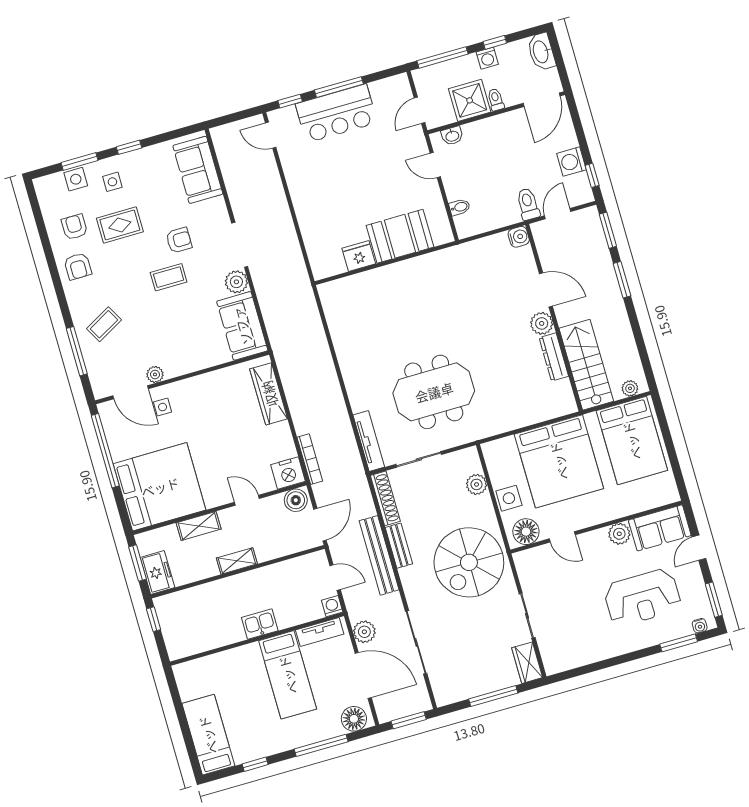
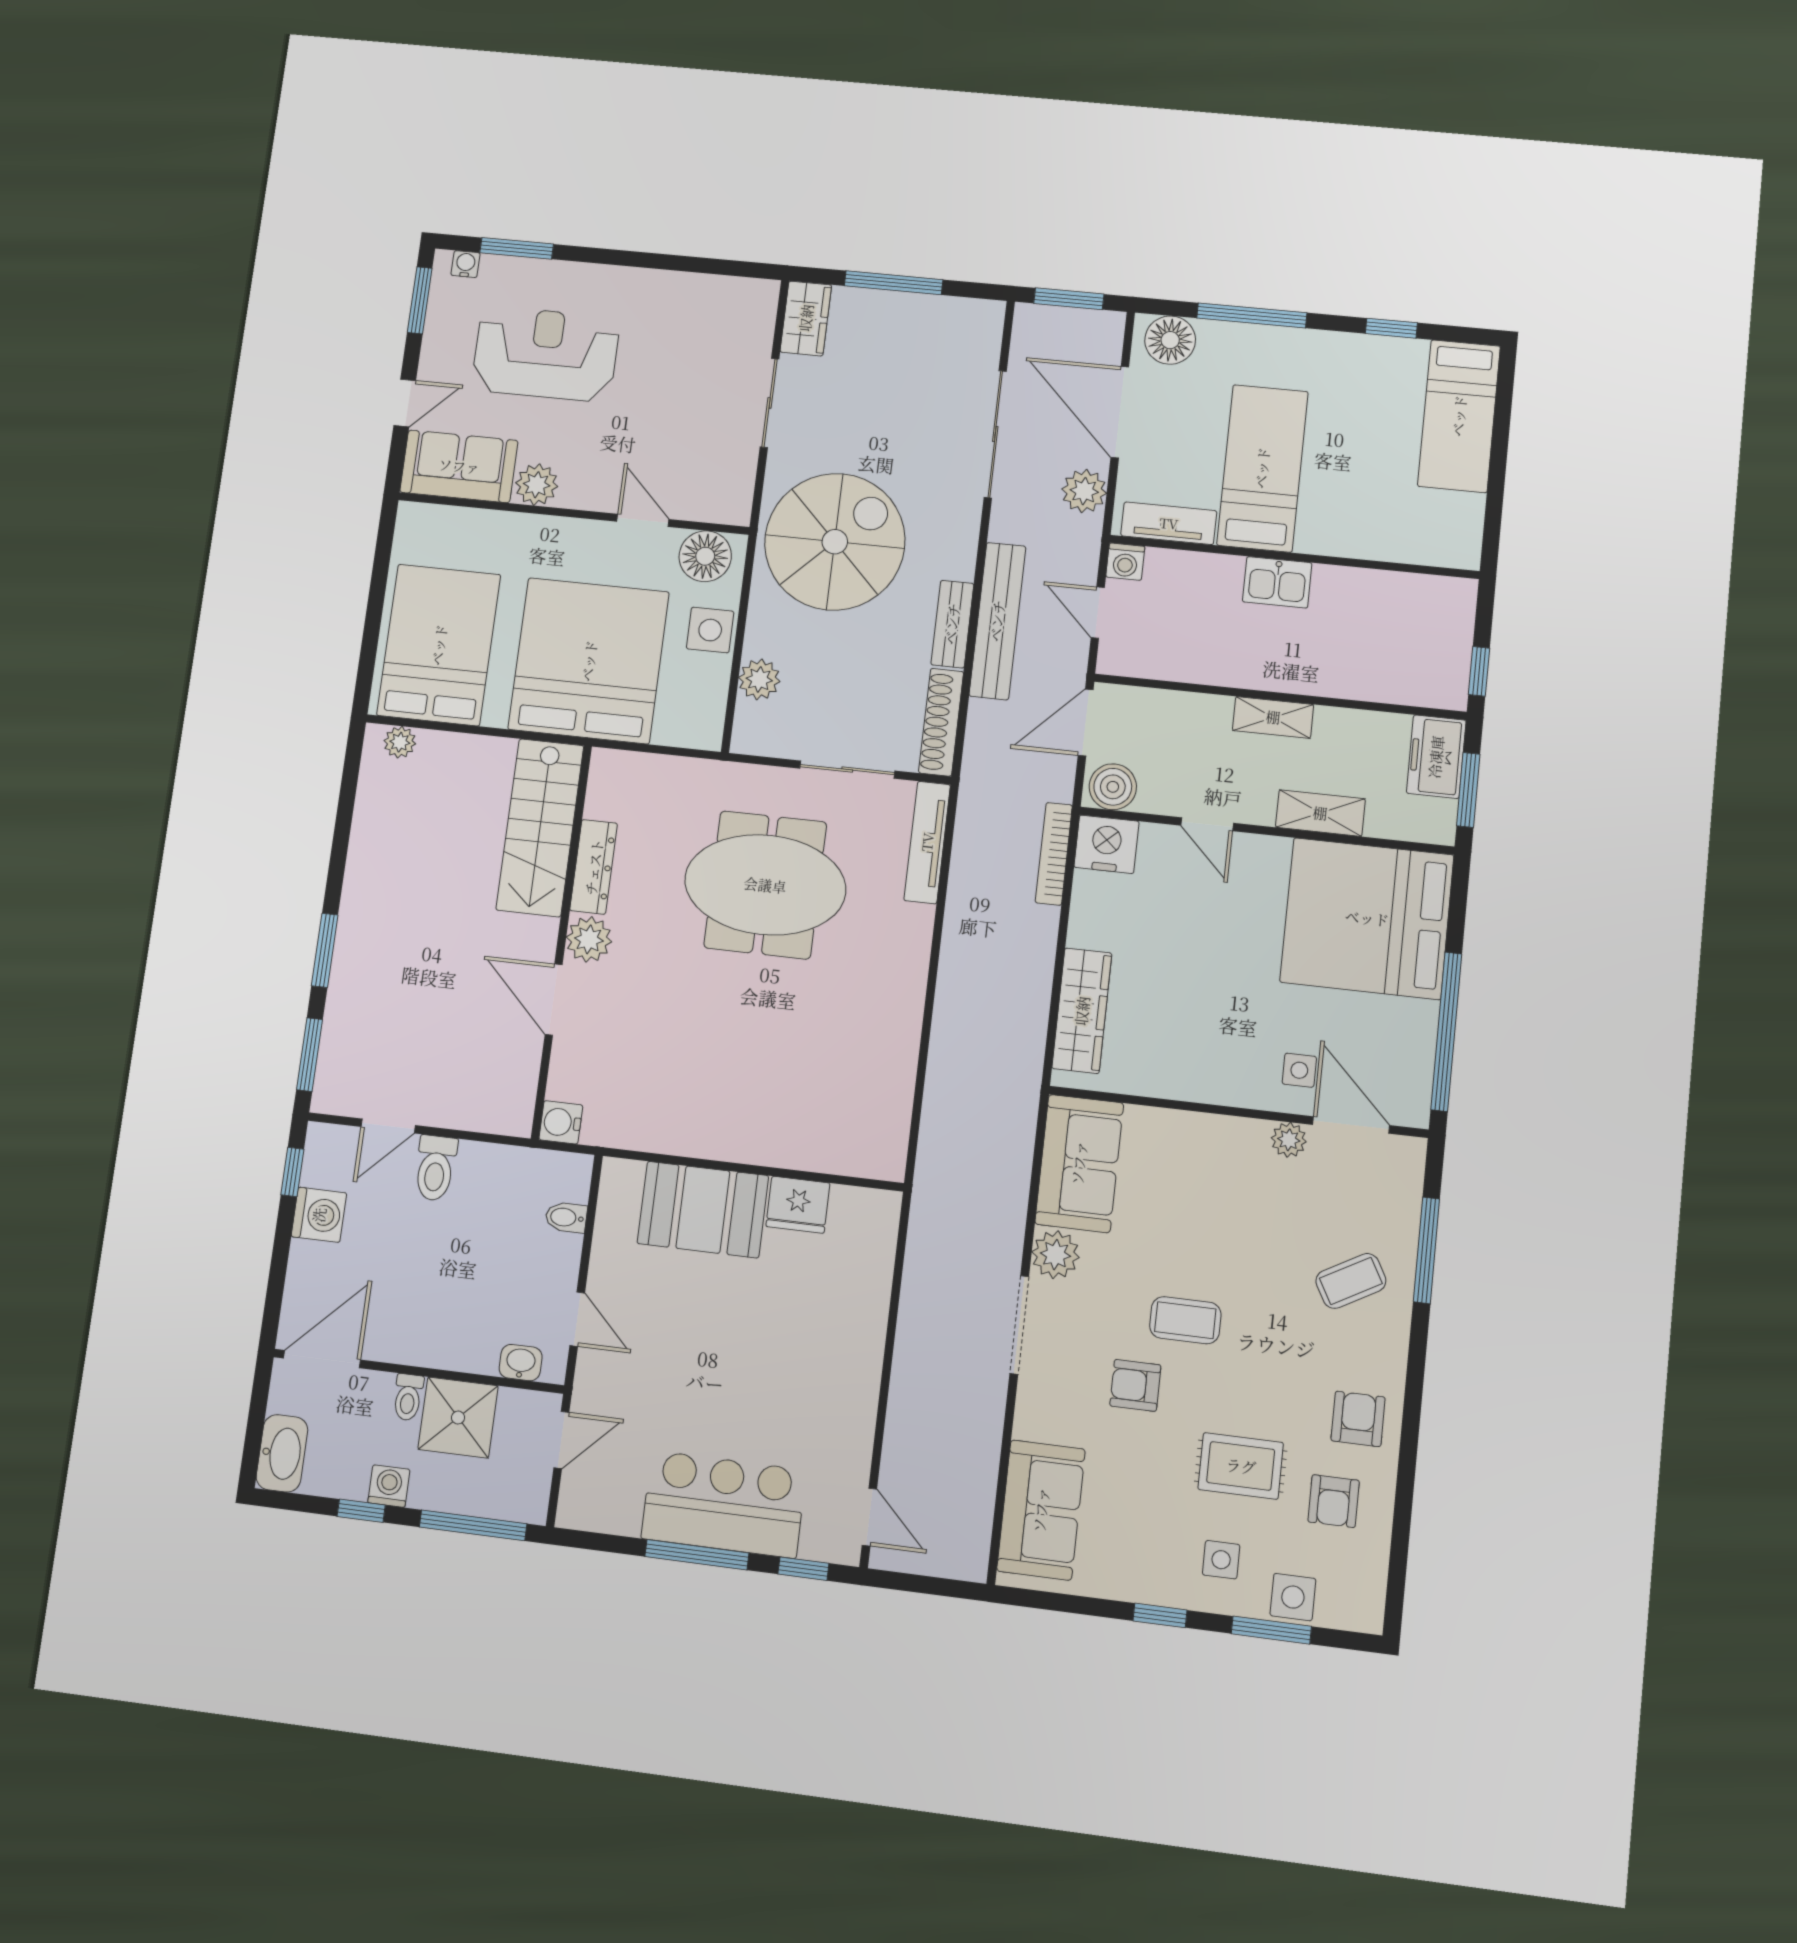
water cooler: (519, 237) -> (561, 1122), moved
door: (546, 290) -> (554, 1000), moved
wall: (554, 318) -> (562, 941), moved
plant: (542, 323) -> (589, 939), moved
dresser: (554, 357) -> (594, 867), moved
stairs: (586, 365) -> (540, 828), moved

